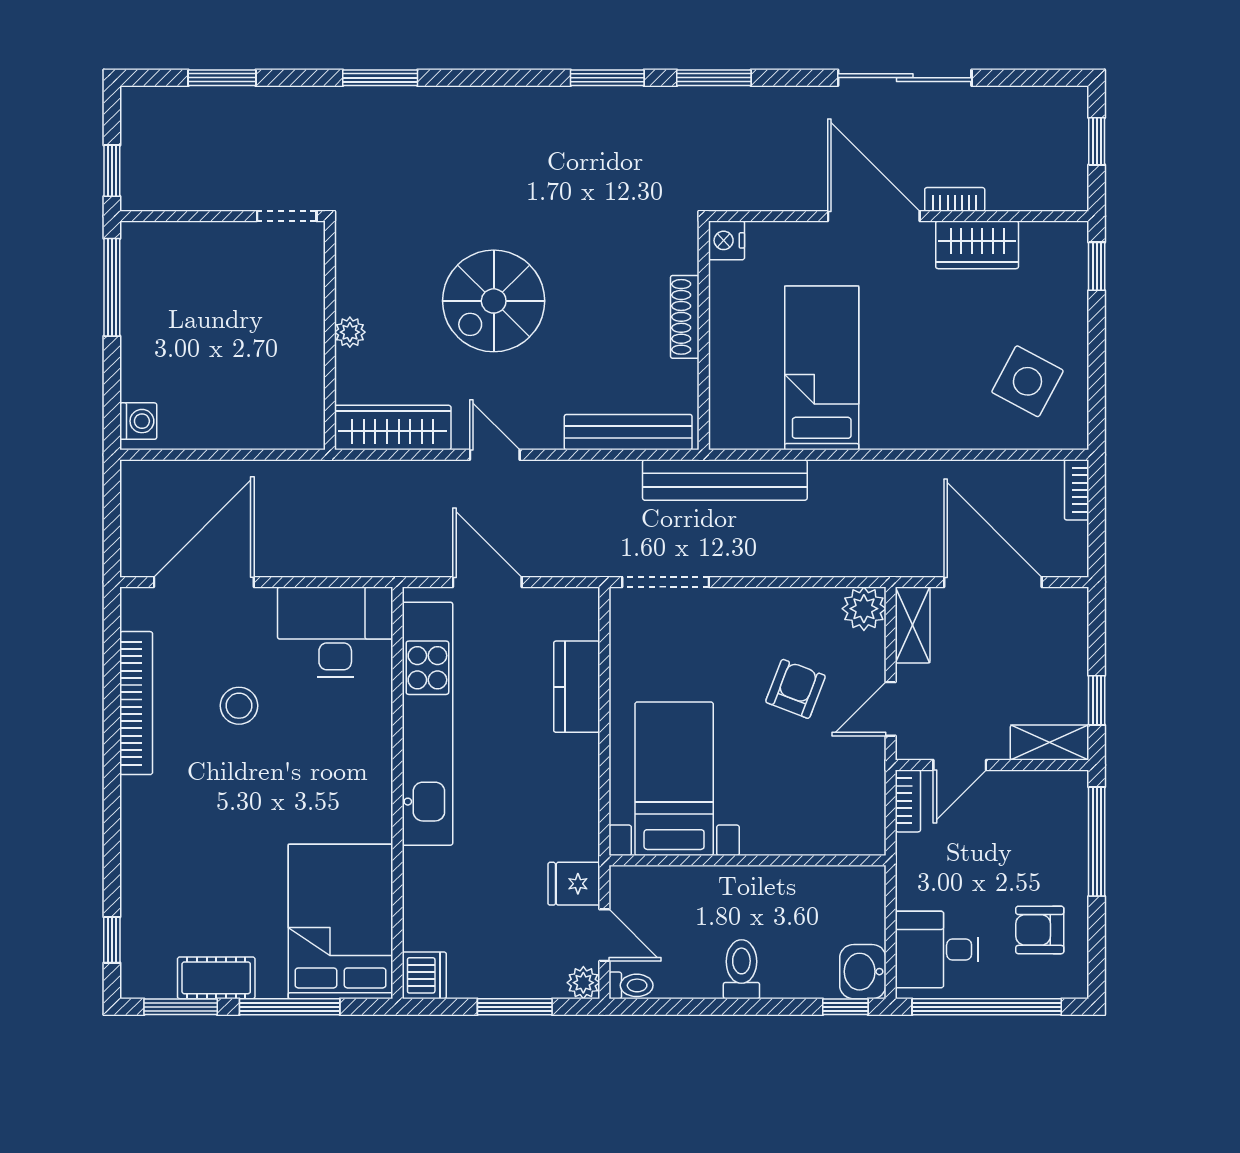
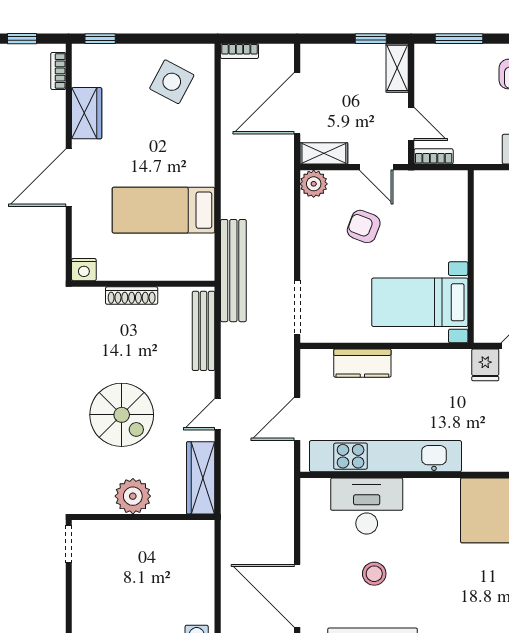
bookcase: (955, 199) -> (58, 71), moved
plant: (350, 332) -> (133, 496), width x1.88, depth x1.88
desk: (335, 632) -> (367, 506), moved, turned 90
window: (1097, 842) -> (459, 39), width x0.69

